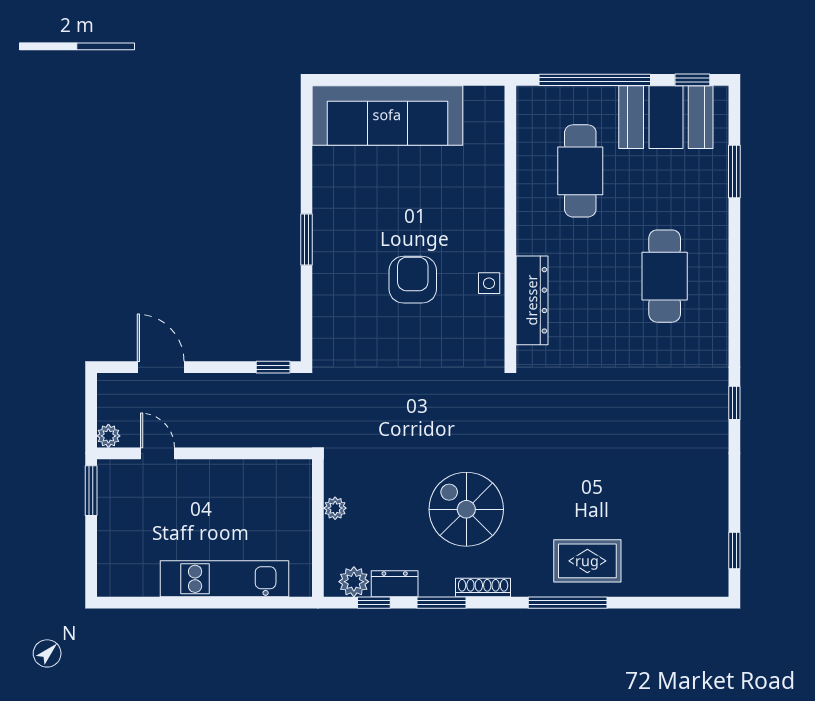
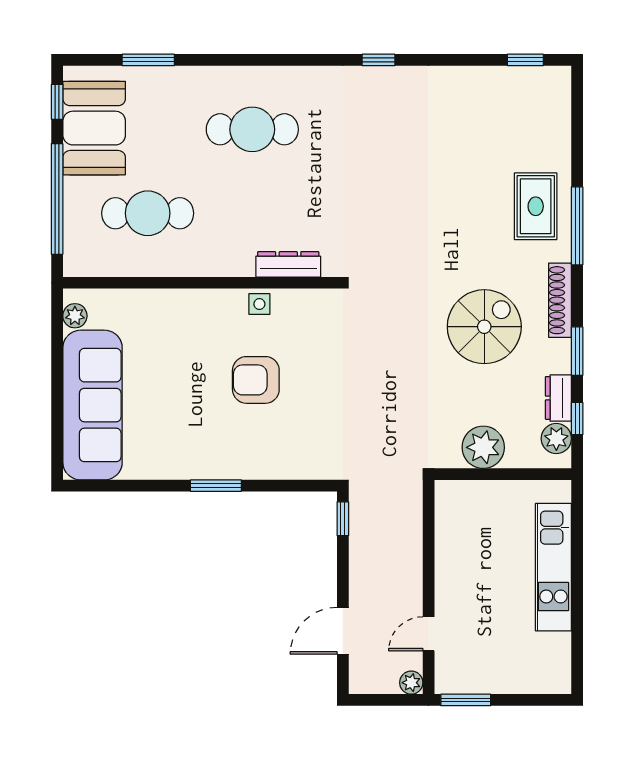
plant: (477, 98) -> (75, 316), added
dresser: (532, 300) -> (288, 264), width x0.73, depth x0.80
plant: (335, 508) -> (483, 447), width x1.88, depth x1.88
spiral stairs: (466, 509) -> (484, 327), turned 180
shoe rack: (483, 588) -> (560, 300), width x1.36, depth x1.24

